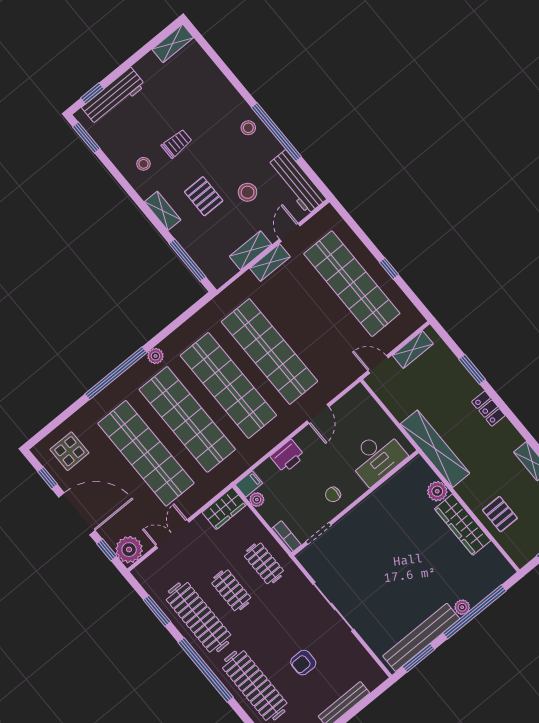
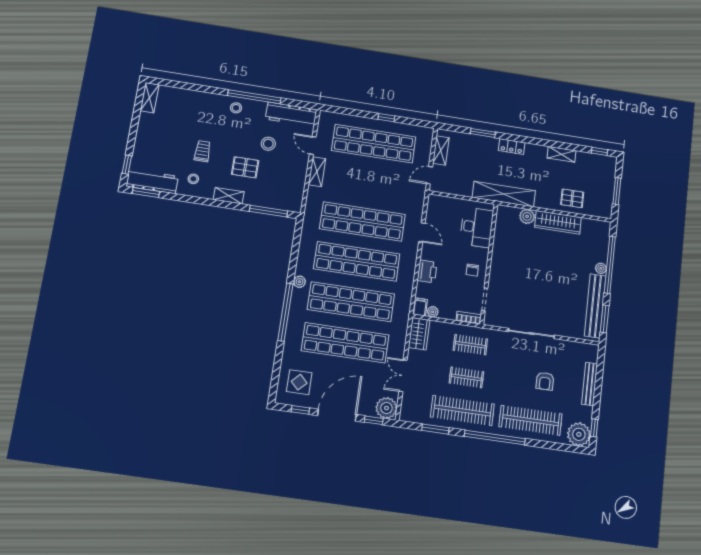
workbench: (114, 96) -> (152, 181), moved, turned -90
shelving: (251, 250) -> (300, 174), removed

